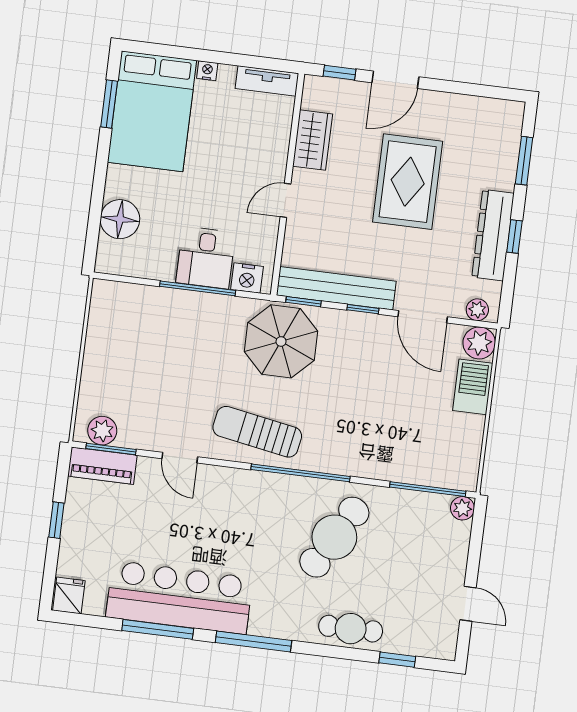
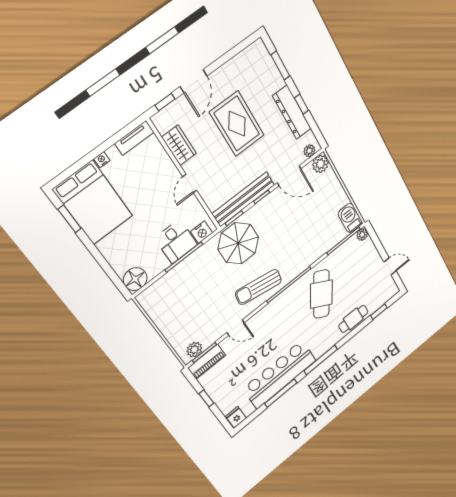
floor lamp: (120, 219) -> (135, 279), moved
barbecue: (473, 387) -> (350, 218), moved

